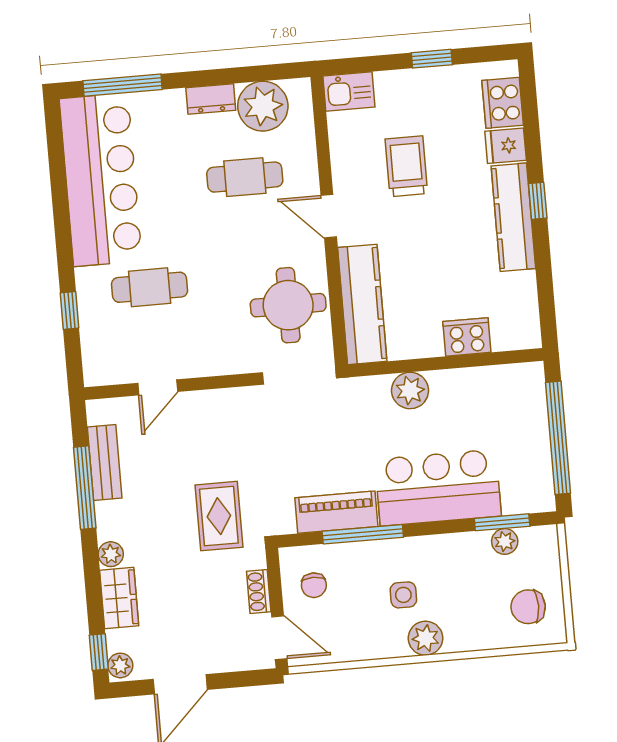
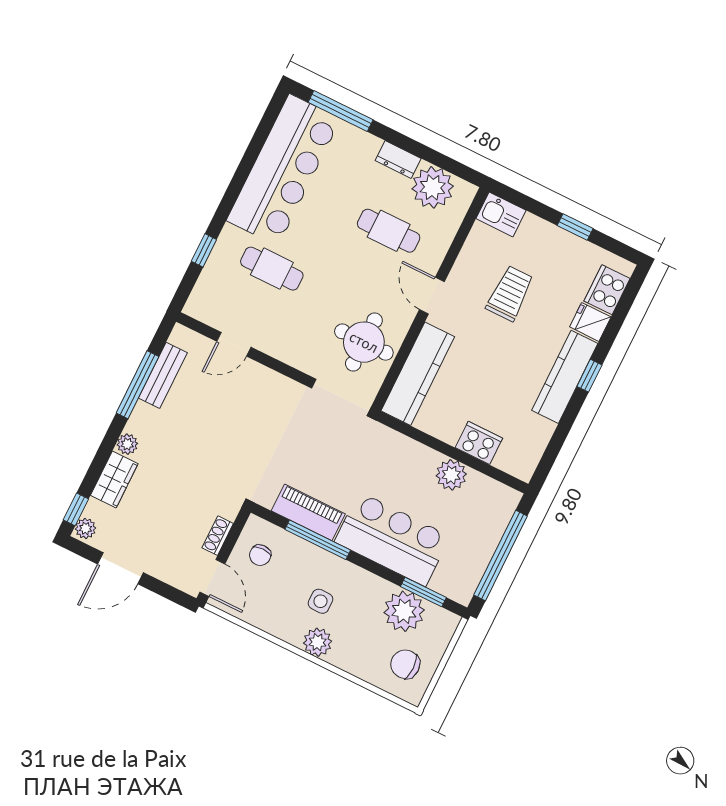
plant: (410, 390) -> (451, 475), moved
rug: (219, 516) -> (222, 464), removed
plant: (505, 541) -> (404, 611), width x1.87, depth x1.87

